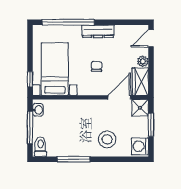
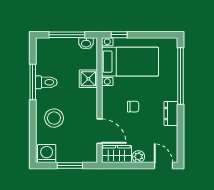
dresser: (98, 31) -> (171, 113), width x0.70
shower: (140, 108) -> (88, 79), moved
toilet: (41, 147) -> (46, 82), moved

